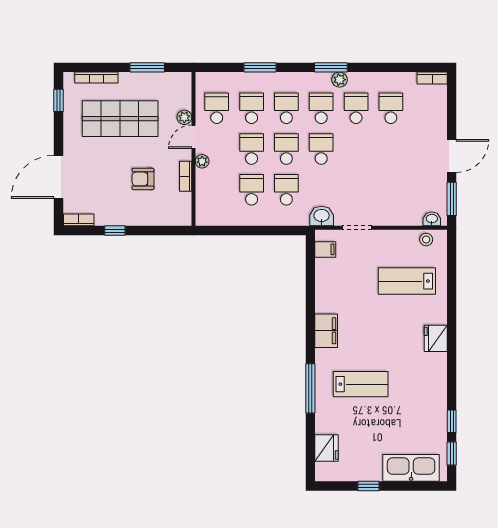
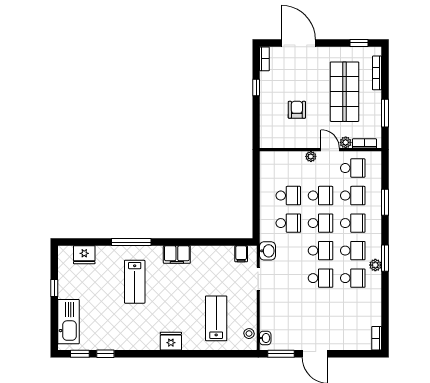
school desk: (391, 108) -> (321, 278), moved
bookcase: (186, 176) -> (364, 143), moved

